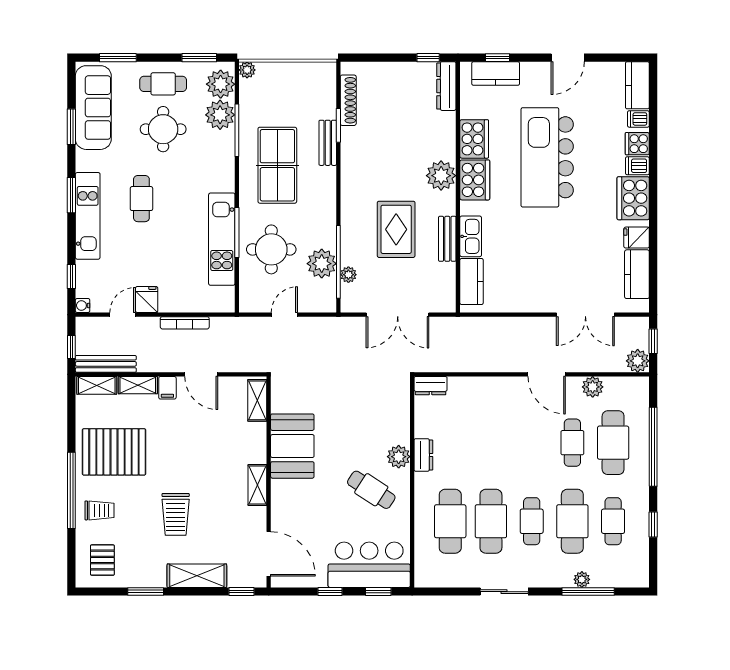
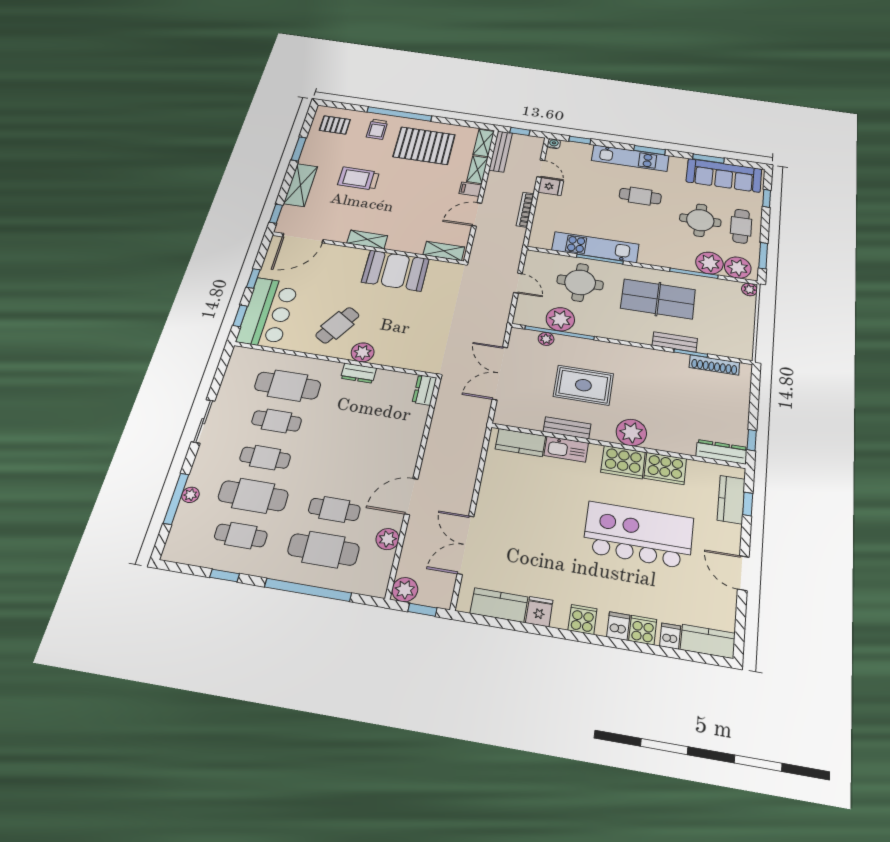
window: (118, 58) -> (767, 198), width x0.67
cooker: (633, 198) -> (582, 619), width x0.53, depth x0.76
pallet: (114, 452) -> (424, 146), turned 90
cafe table: (491, 521) -> (277, 421), width x0.73, depth x0.74

